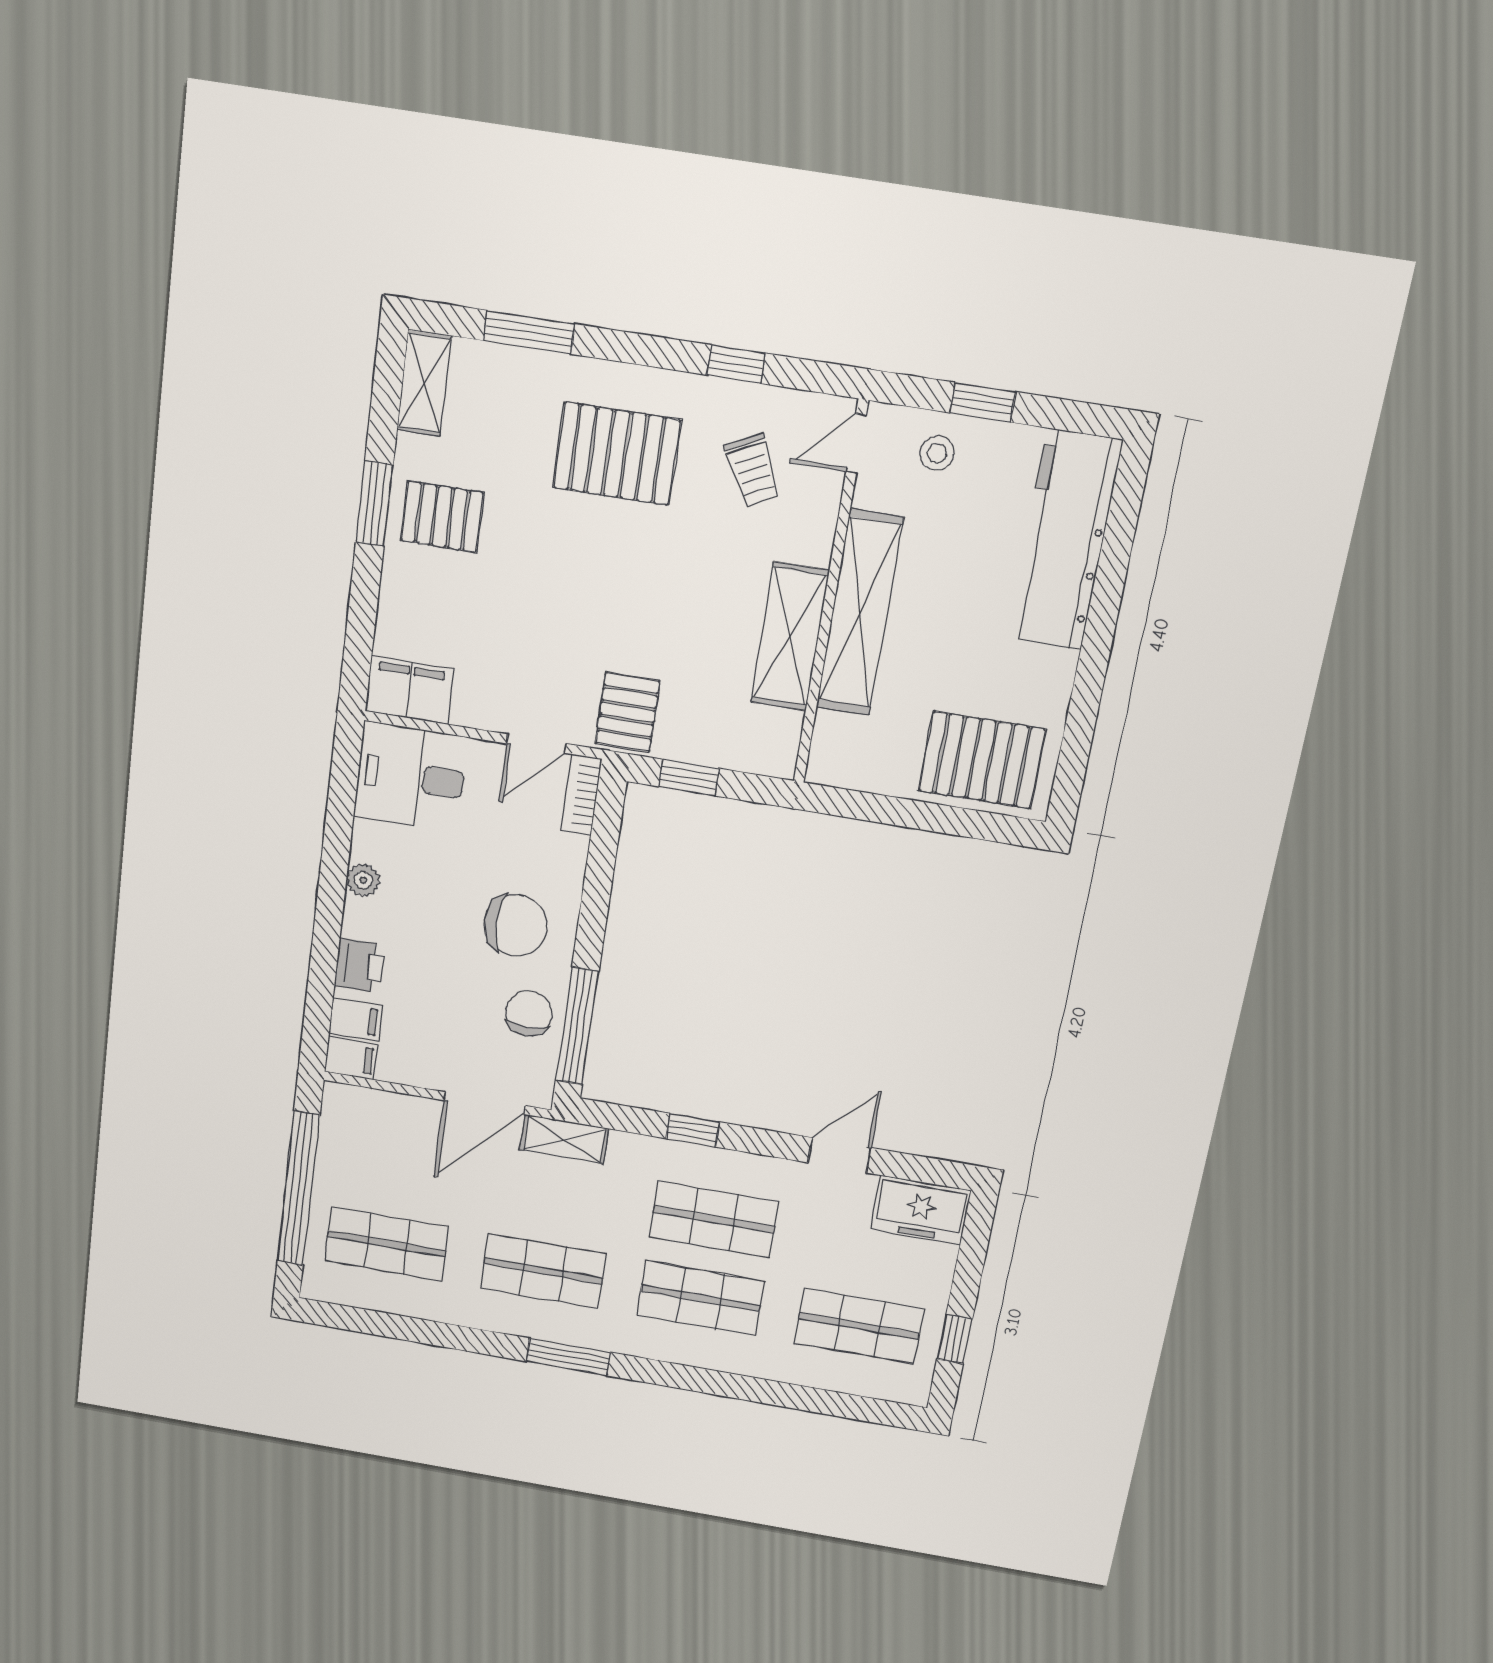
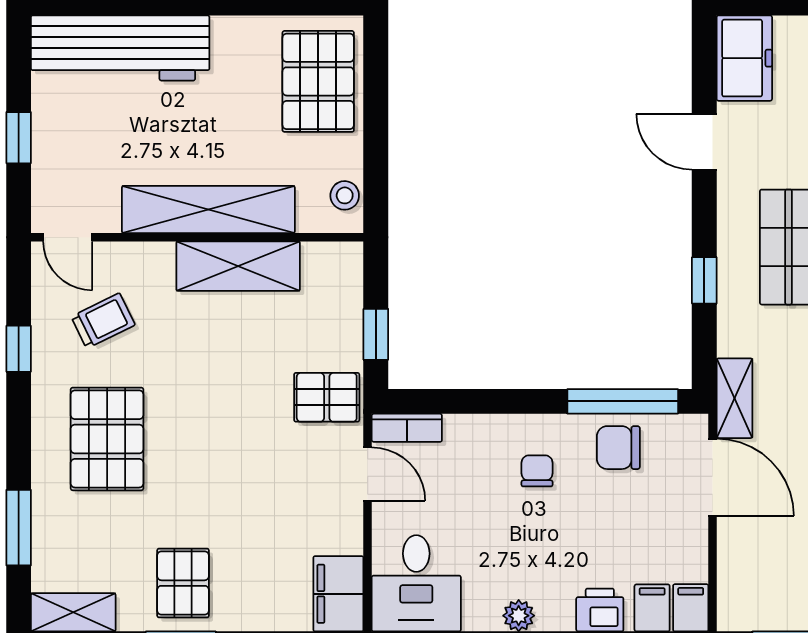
stool: (937, 453) -> (345, 195), moved
chair: (515, 925) -> (537, 471), width x0.54, depth x0.54

